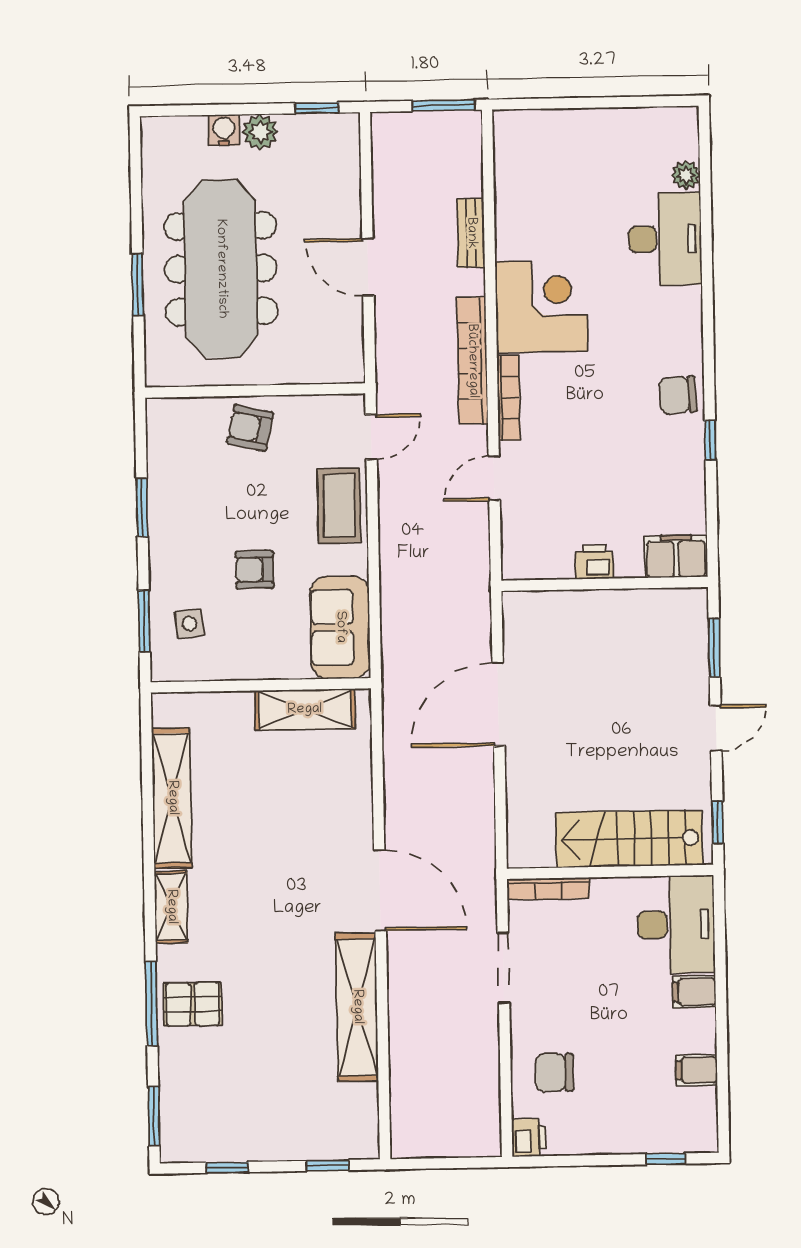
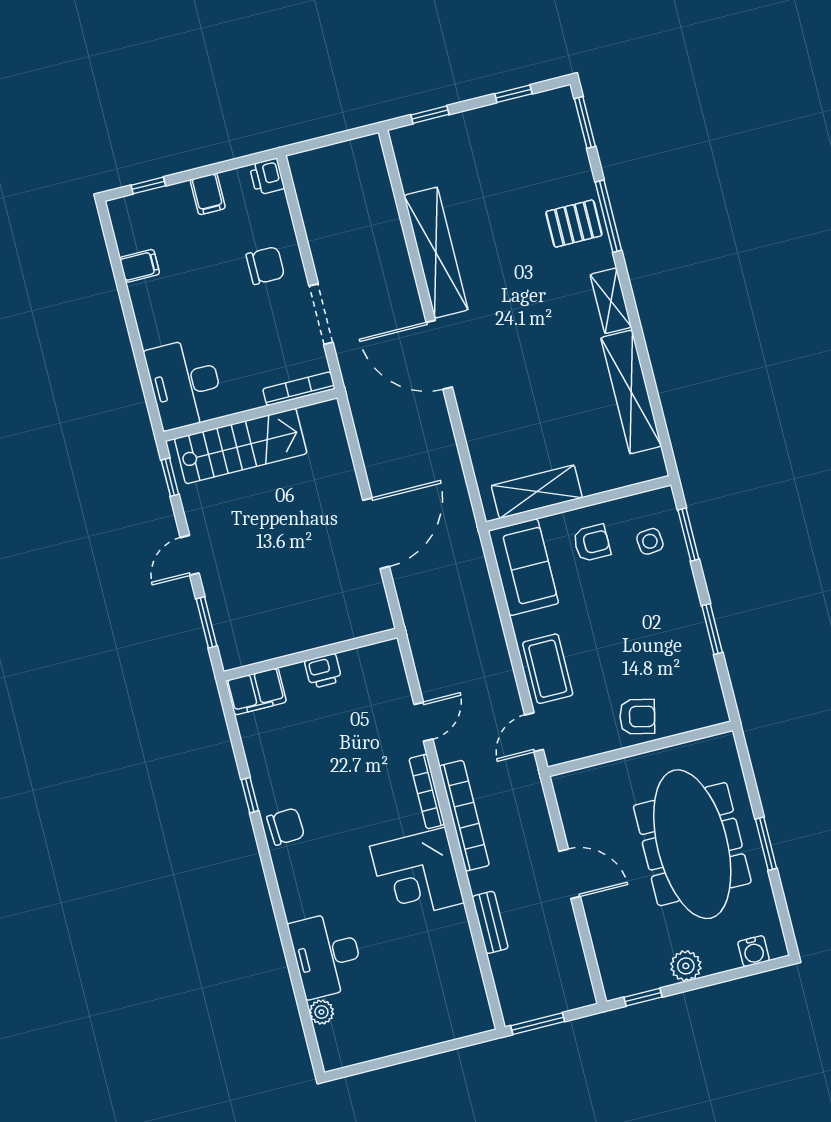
water cooler: (224, 130) -> (754, 951), moved
window: (138, 285) -> (766, 844), moved
armchair: (255, 570) -> (592, 543), moved
filing cabinet: (694, 992) -> (208, 194), moved, turned 90
chair: (554, 1073) -> (265, 266), moved

